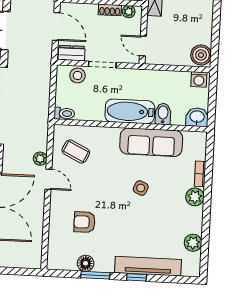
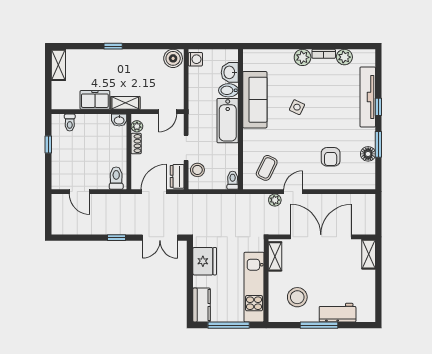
washbasin: (197, 117) -> (230, 72), moved
bookcase: (200, 174) -> (324, 54), moved

